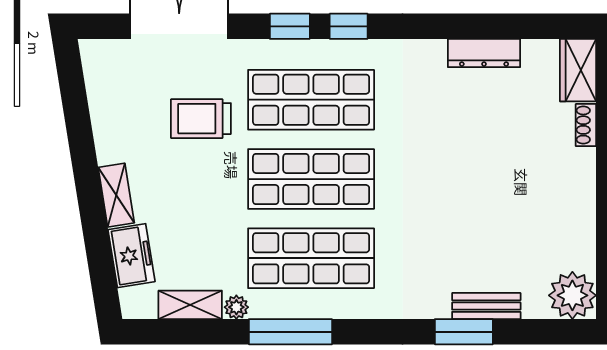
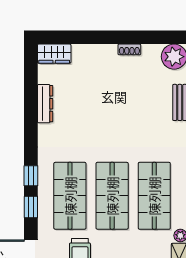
shoe rack: (586, 125) -> (129, 49), moved

